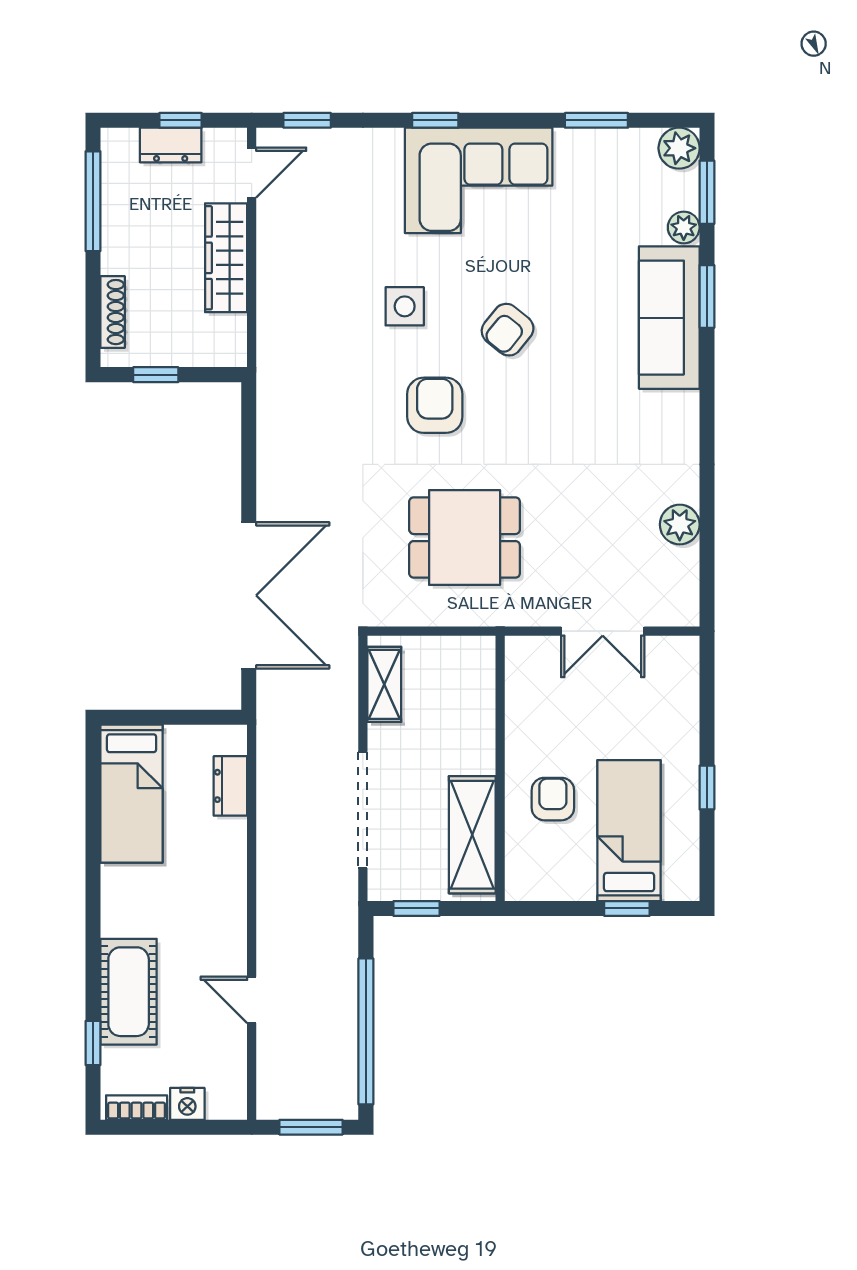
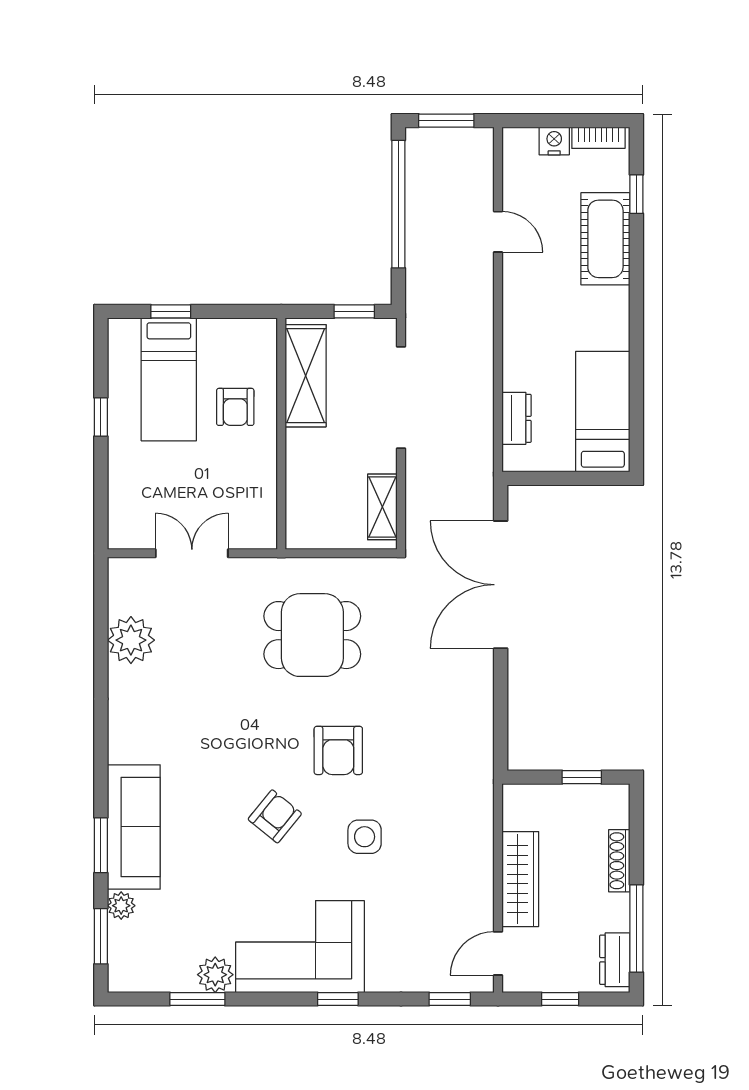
dresser: (171, 145) -> (615, 960), moved, turned -90
plant: (679, 148) -> (215, 975), moved
shoe rack: (113, 312) -> (619, 861), moved
plant: (680, 525) -> (131, 640), width x1.36, depth x1.36

